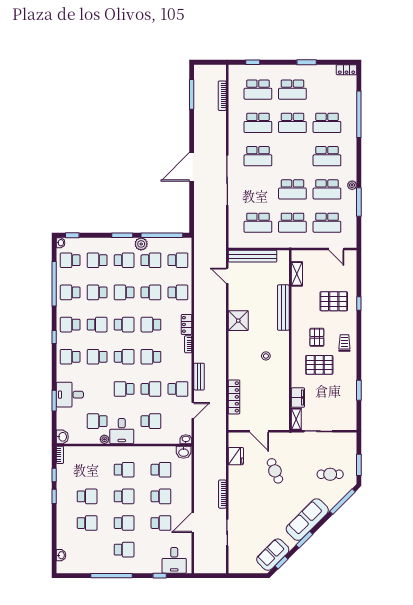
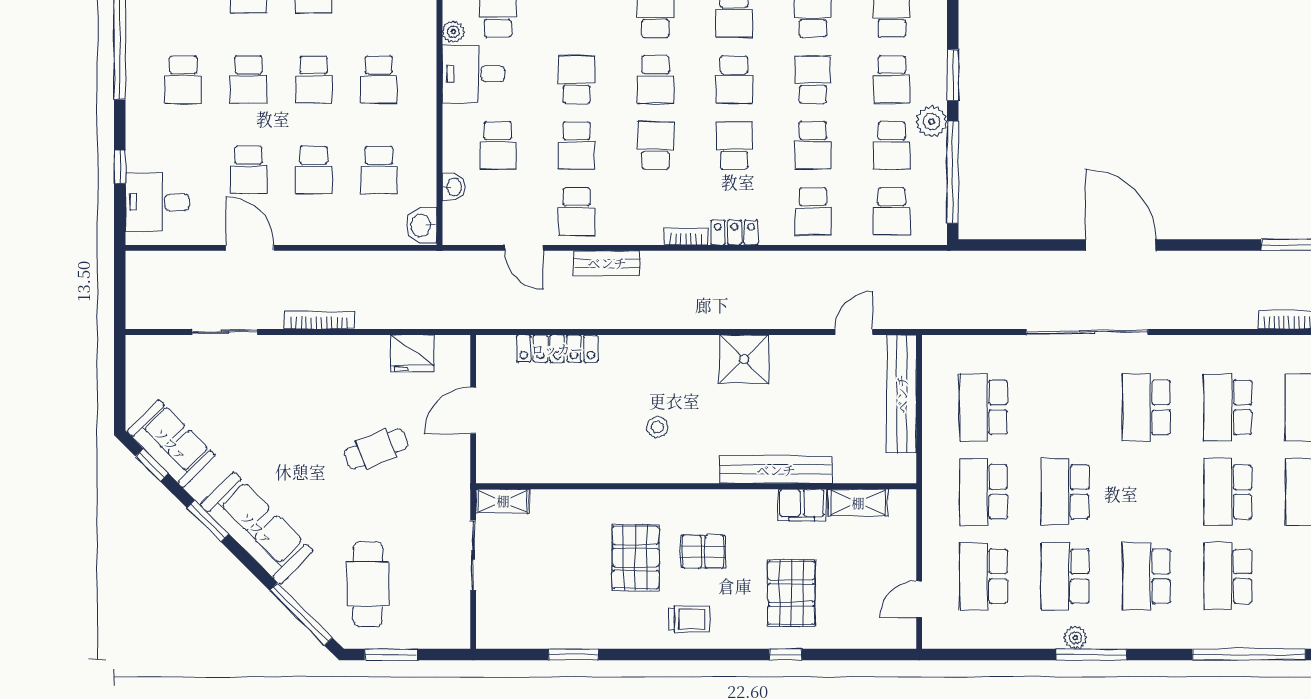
window: (359, 202) -> (1091, 655), moved
filing cabinet: (298, 398) -> (802, 505), moved
washbasin: (186, 439) -> (454, 187), moved
cafe table: (330, 474) -> (368, 584), width x1.37, depth x1.35

